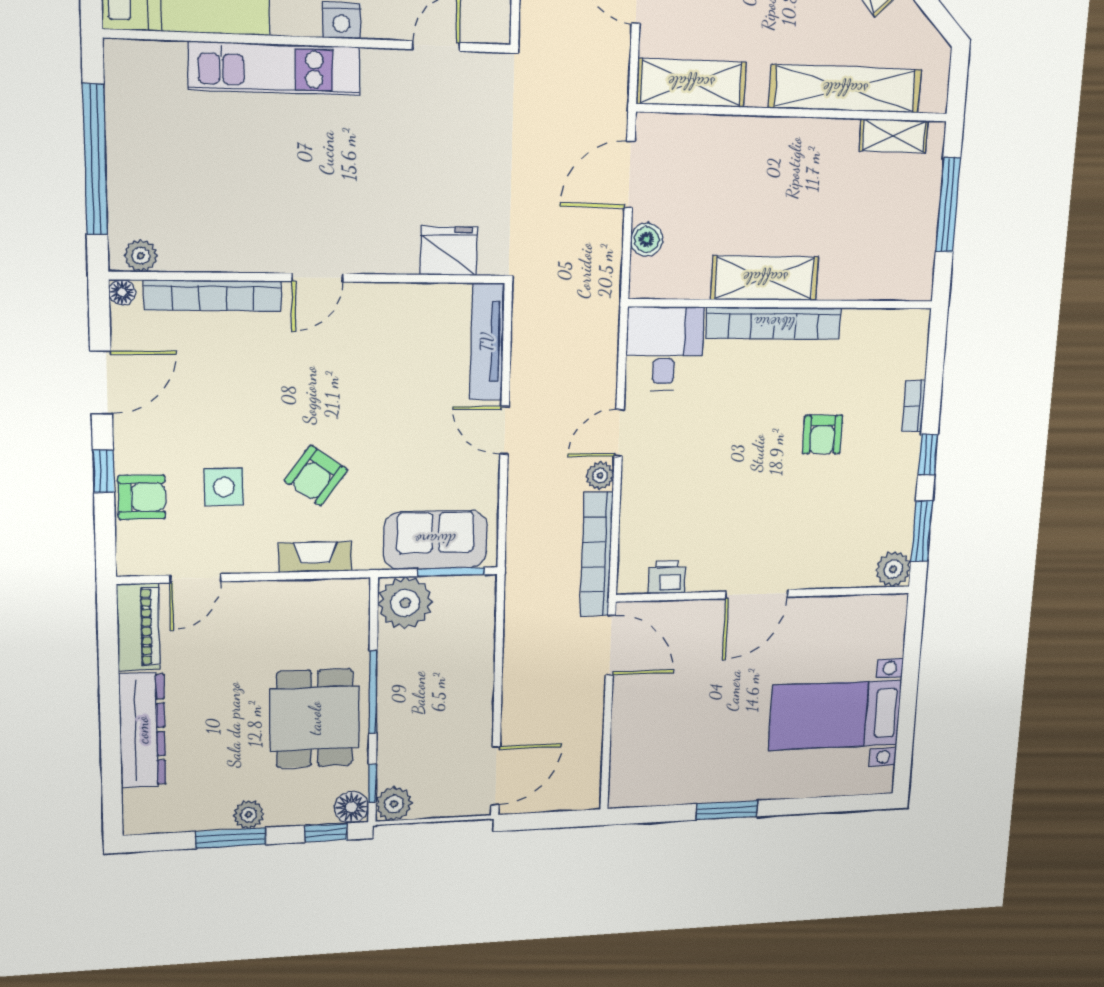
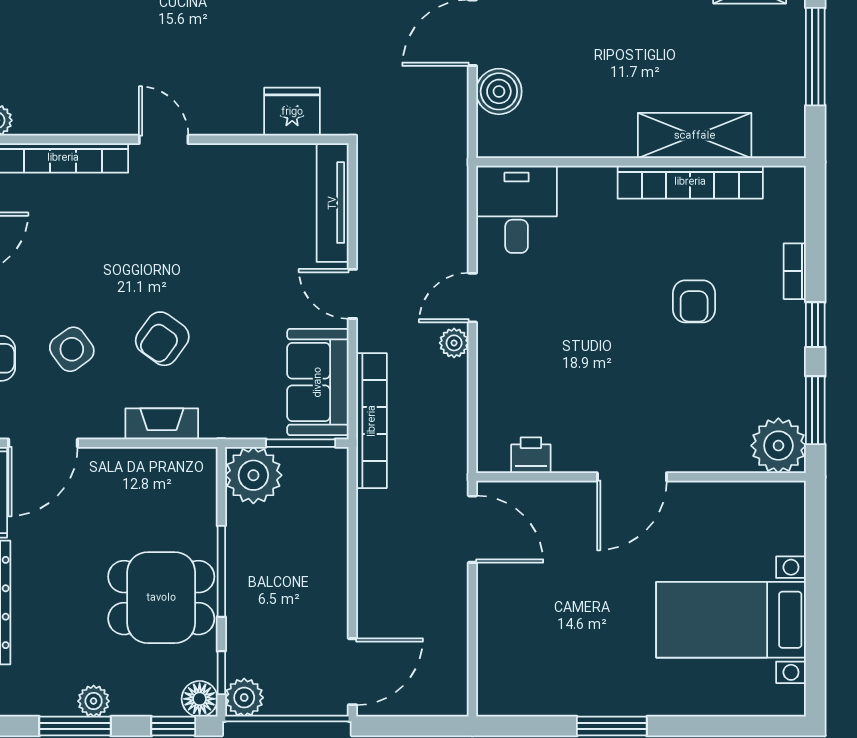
boiler: (647, 240) -> (499, 91), width x1.36, depth x1.36
door: (318, 278) -> (164, 139), swing flipped
shelving: (765, 278) -> (695, 136), moved
bookcase: (774, 323) -> (690, 182), moved
side table: (224, 487) -> (72, 349), turned -36
sofa: (435, 540) -> (318, 382), moved, turned -90
bookcase: (596, 554) -> (372, 421), moved, turned 180
plant: (893, 569) -> (778, 446), width x1.36, depth x1.36
door: (195, 578) -> (43, 443), width x1.38
dining table: (315, 718) -> (161, 598), turned 90

